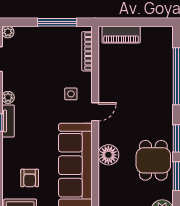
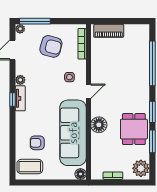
window: (57, 22) -> (35, 21), moved
armchair: (47, 55) -> (51, 46), added
armchair: (30, 178) -> (37, 143), turned 90

